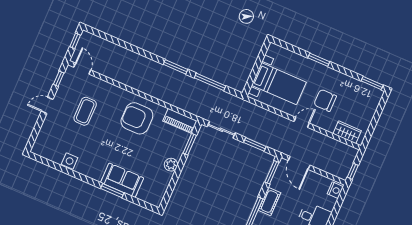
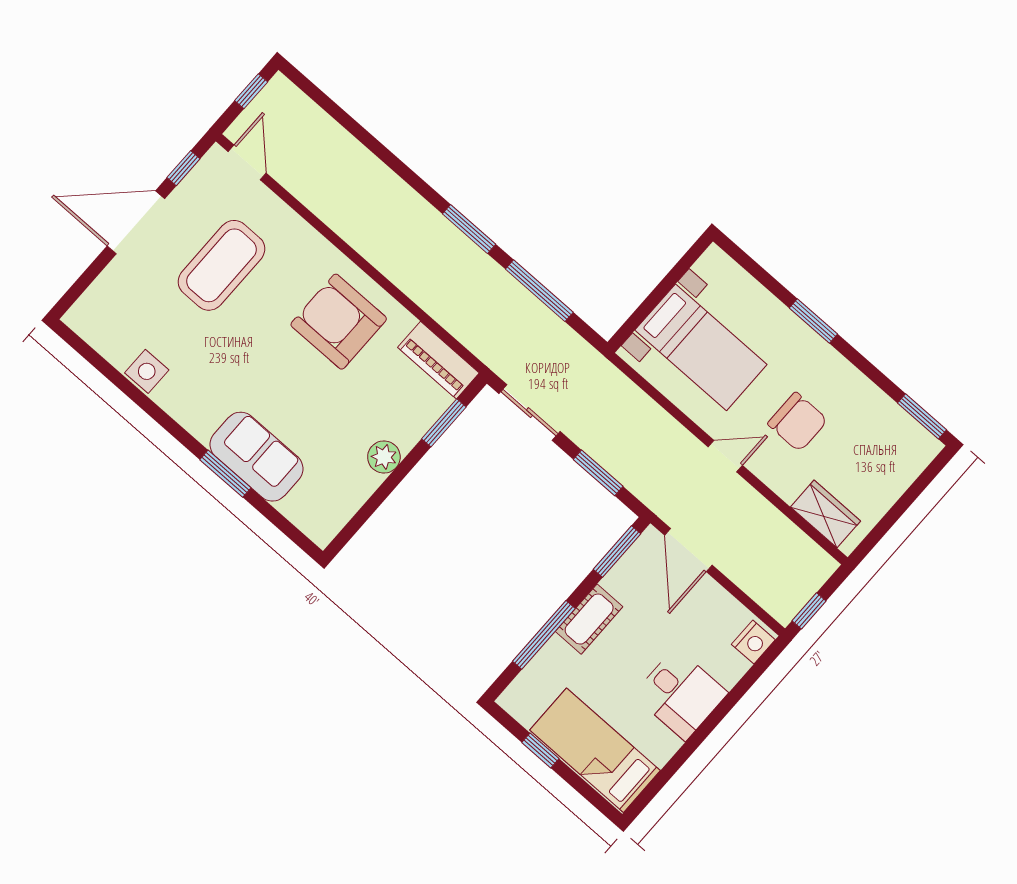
chair: (325, 100) -> (798, 422), turned 180
door: (47, 105) -> (136, 222), width x1.88
coffee table: (85, 111) -> (222, 265), width x1.36, depth x1.32

